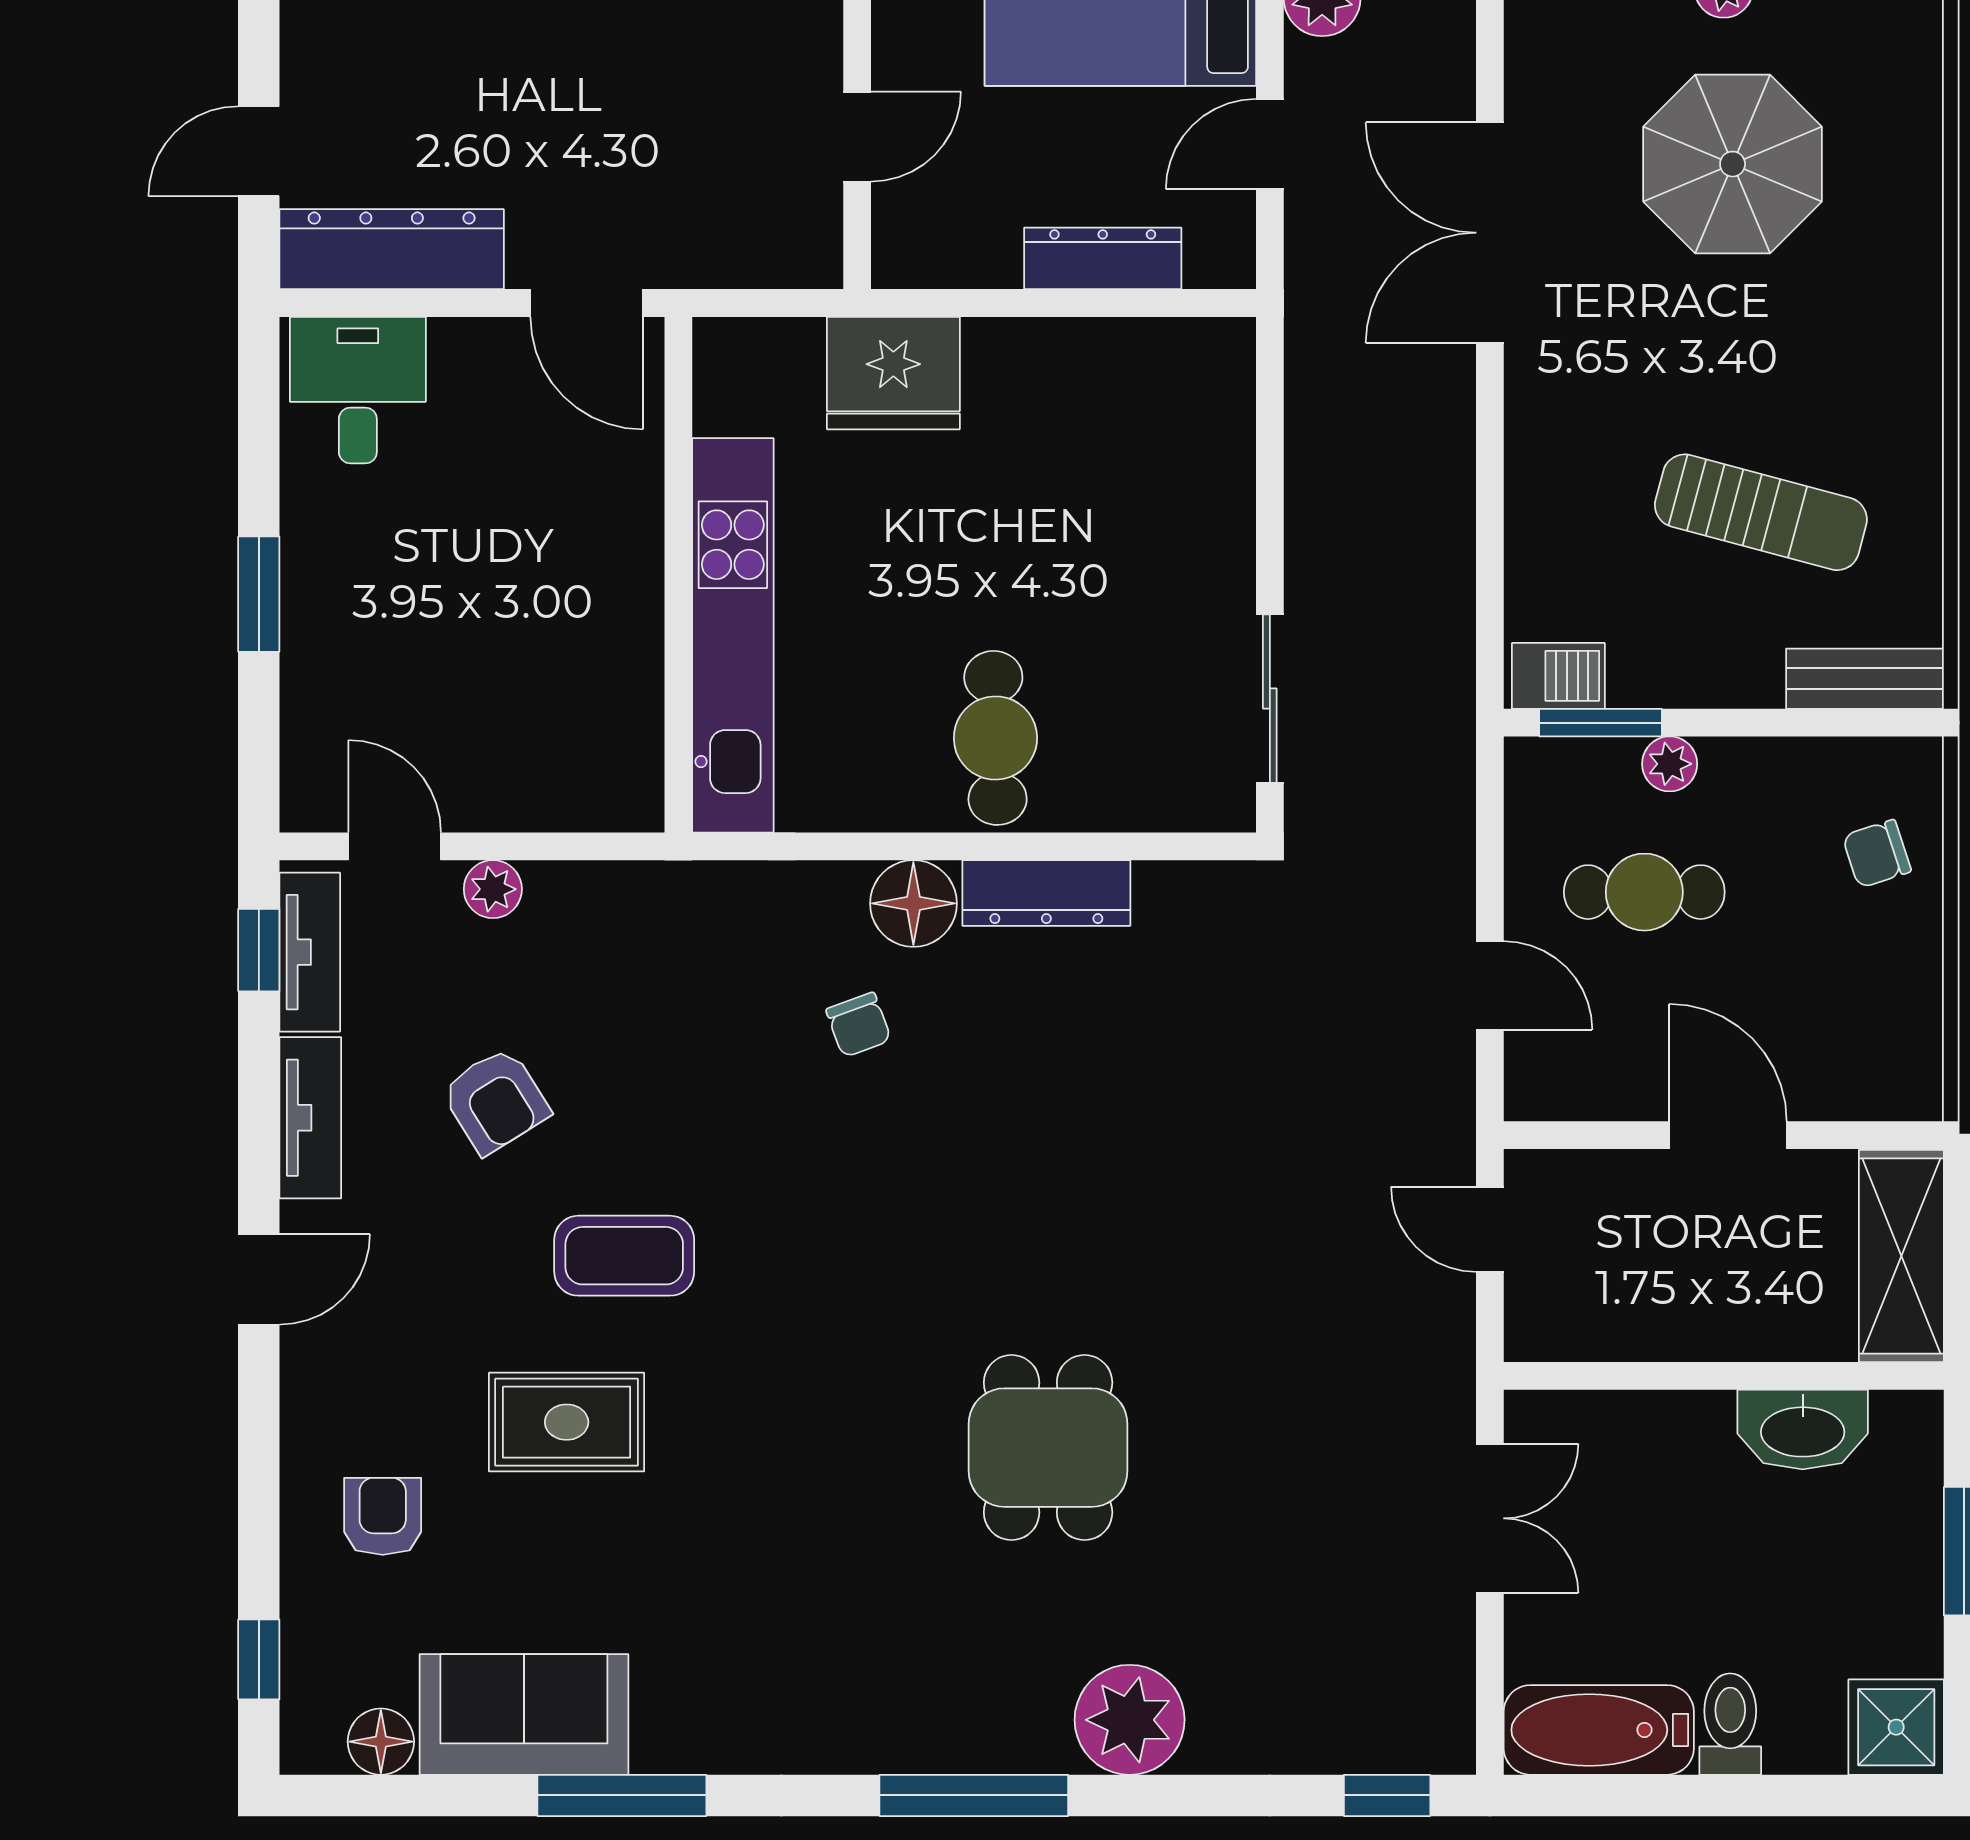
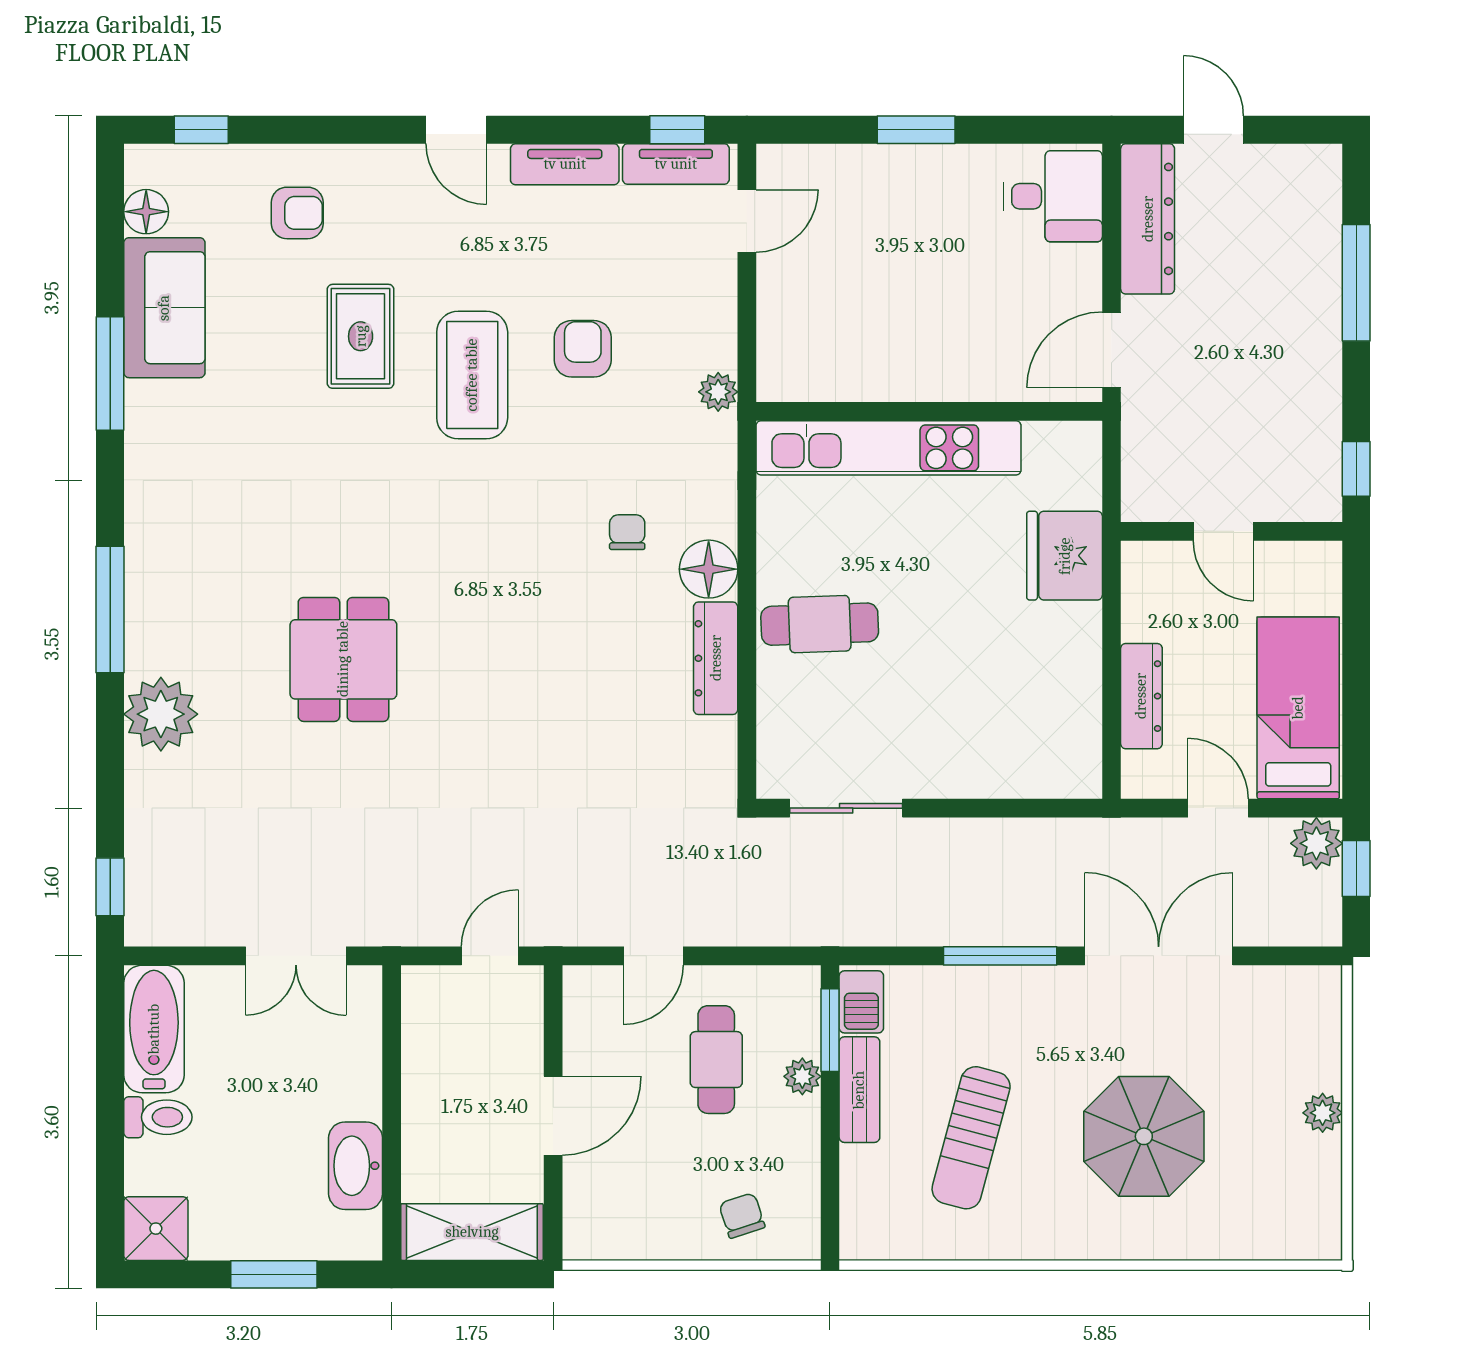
parasol: (1733, 164) -> (1144, 1136), moved
window: (1490, 469) -> (1000, 956), added
bench: (1865, 679) -> (859, 1090), moved
plant: (493, 889) -> (718, 392), moved
chair: (859, 1025) -> (627, 532), turned 110
armchair: (495, 1101) -> (583, 349), moved, turned 122
coffee table: (624, 1256) -> (472, 375), width x1.36, depth x1.32
dining table: (1048, 1448) -> (343, 659), turned 90

